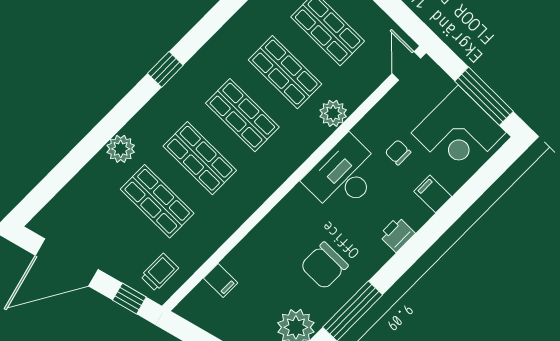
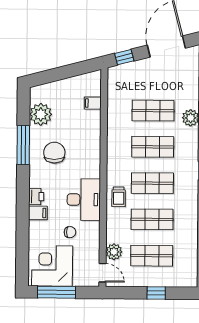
plant: (333, 113) -> (114, 252), moved
filing cabinet: (433, 194) -> (38, 213), moved
trolley: (160, 272) -> (119, 197), moved

